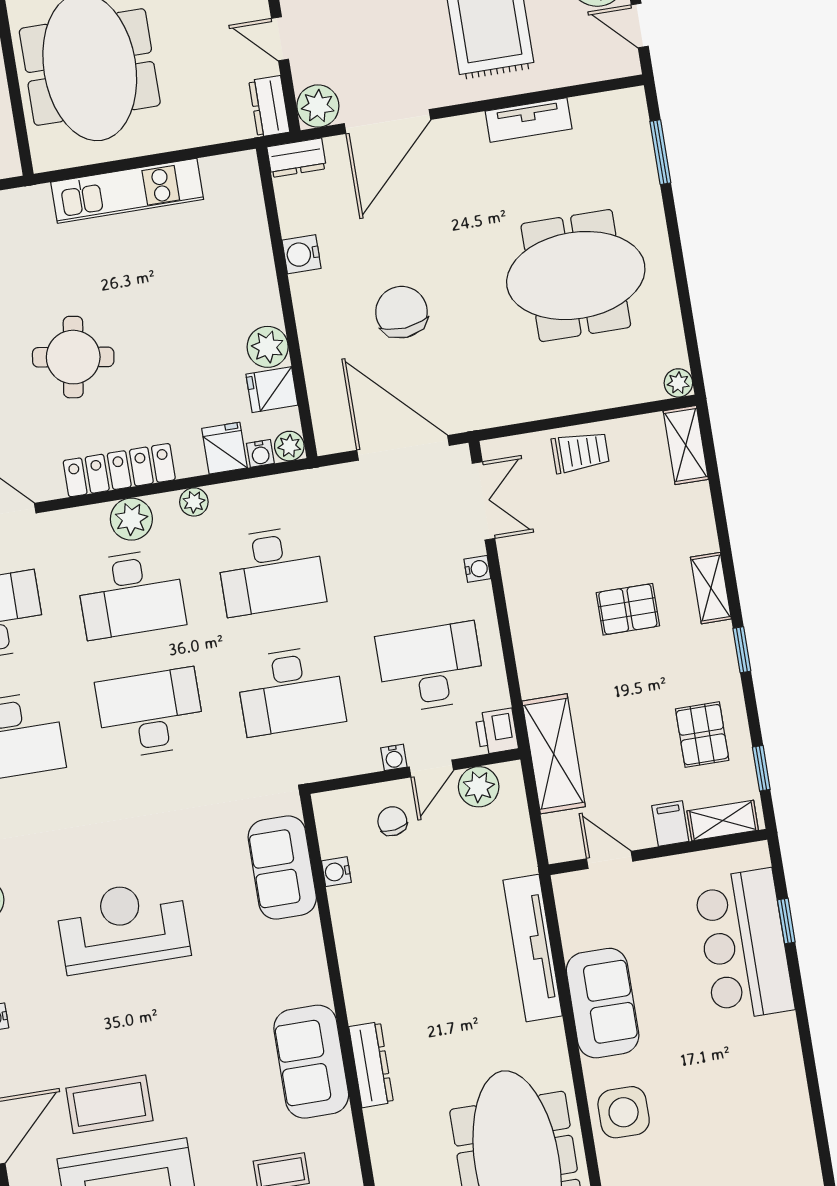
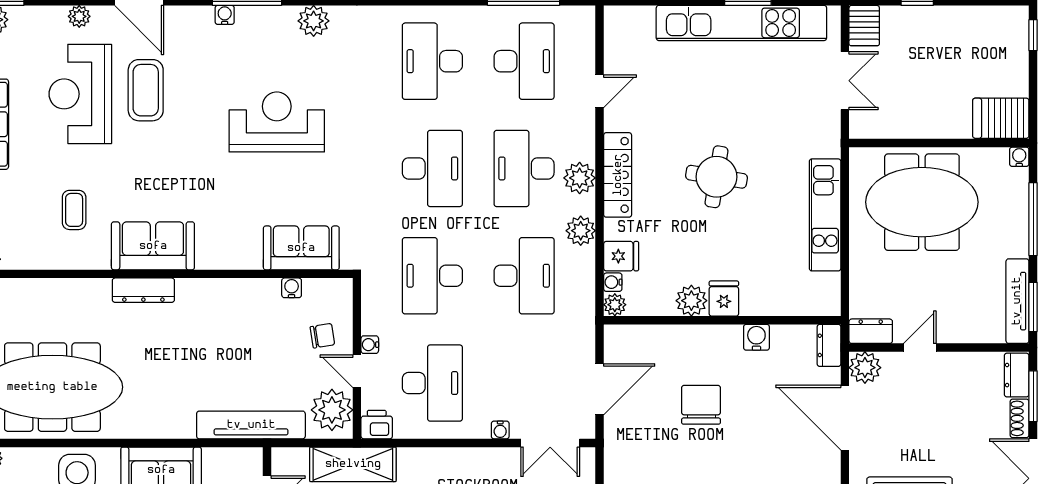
chair: (401, 312) -> (701, 405), turned -86
round table: (73, 357) -> (716, 177), moved
fridge: (272, 390) -> (724, 299), moved
door: (403, 448) -> (600, 389), width x0.73
plant: (194, 502) -> (581, 231), width x1.38, depth x1.38
desk: (271, 571) -> (524, 276), turned 180
plant: (479, 787) -> (332, 410), width x1.36, depth x1.36
reception desk: (123, 926) -> (277, 122), turned -90
tv unit: (533, 948) -> (251, 425), moved

